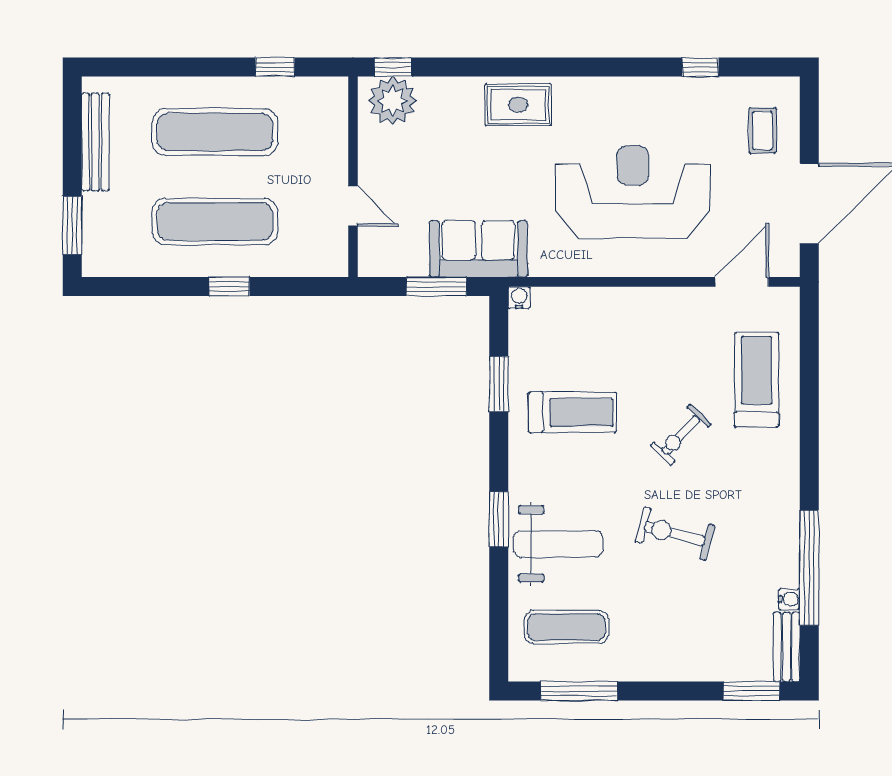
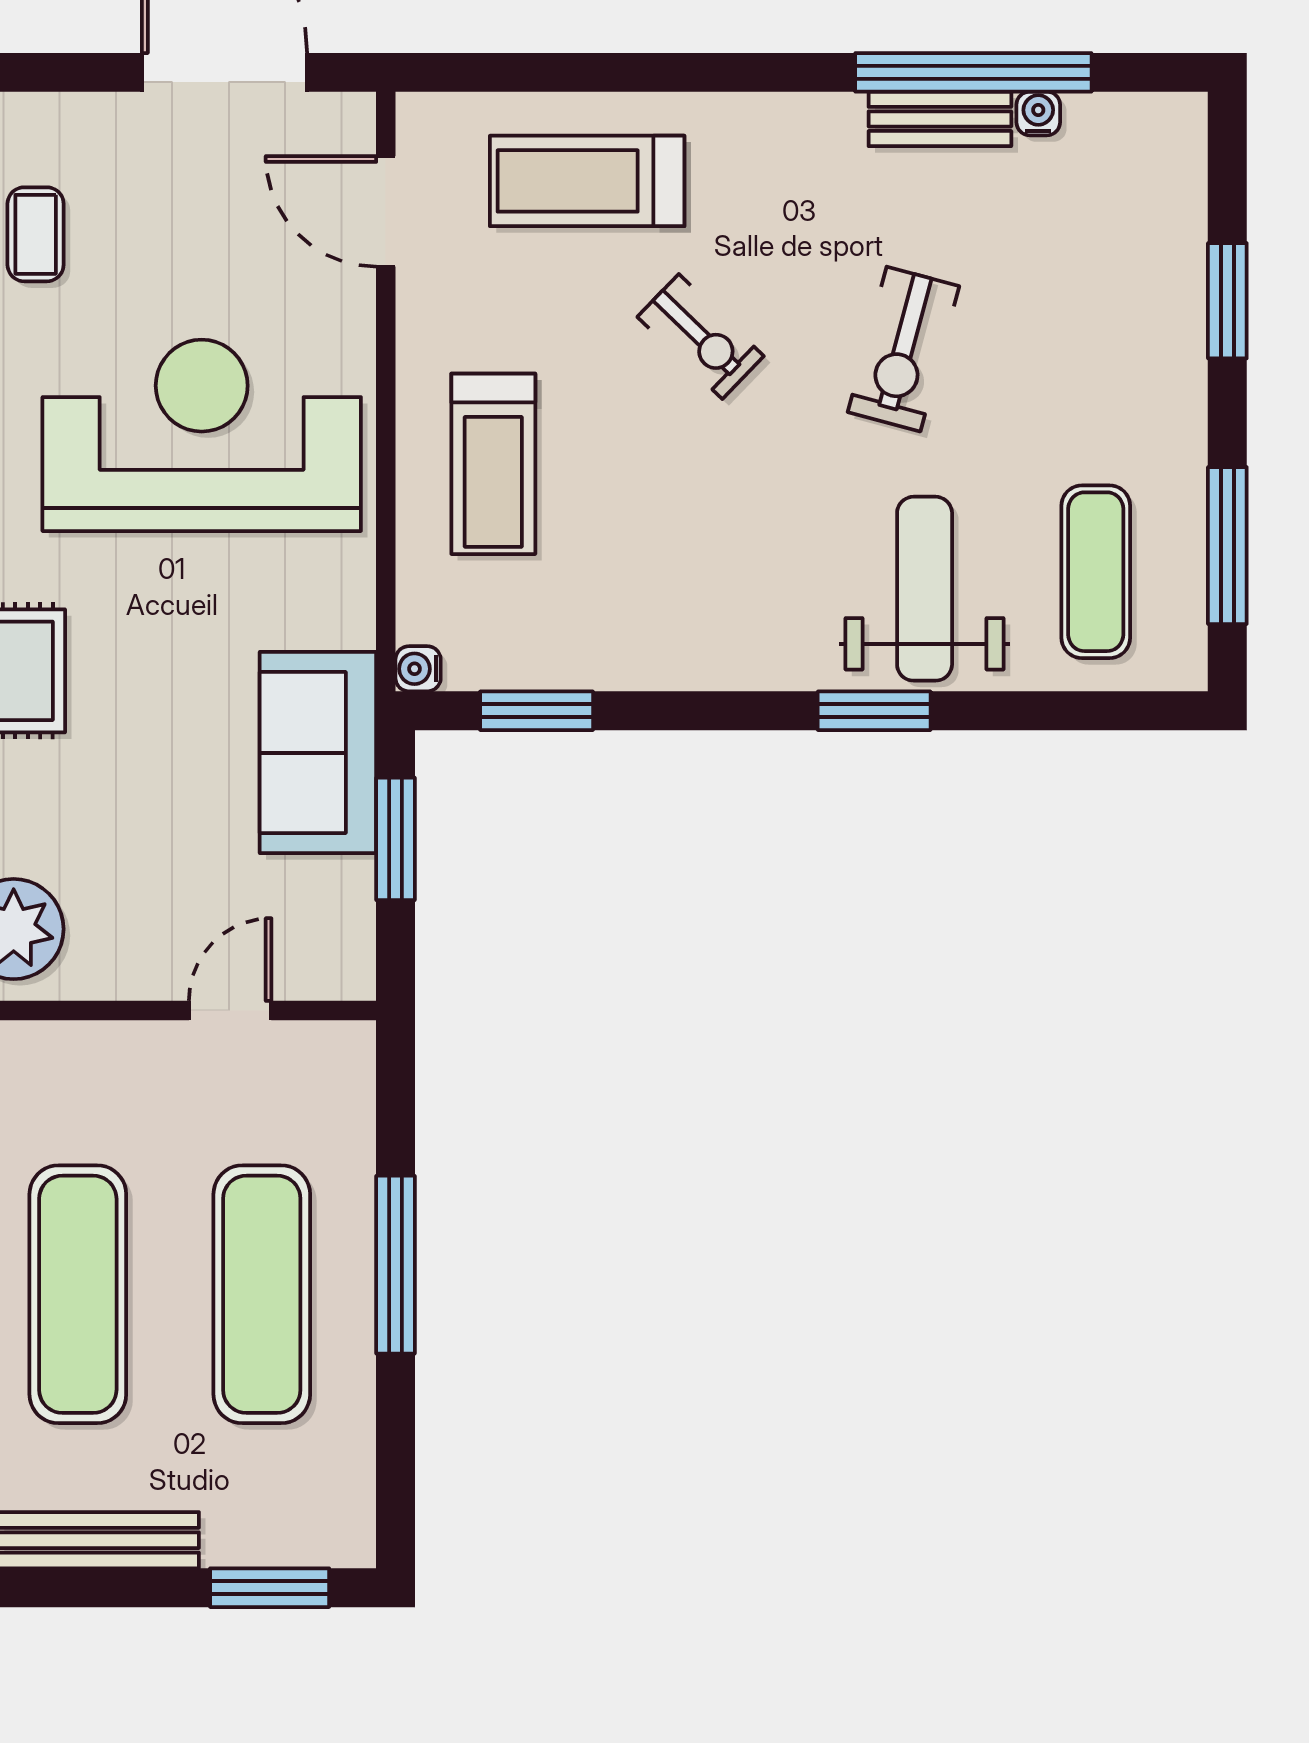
coffee table: (763, 130) -> (36, 234), moved, turned 90
reception desk: (633, 192) -> (202, 435), turned 90
window: (229, 287) -> (395, 1265), width x2.17
window: (499, 384) -> (537, 711), moved
treadmill: (573, 412) -> (493, 464), moved, turned 180
bench: (787, 647) -> (940, 119), moved
window: (752, 691) -> (1227, 301), moved

